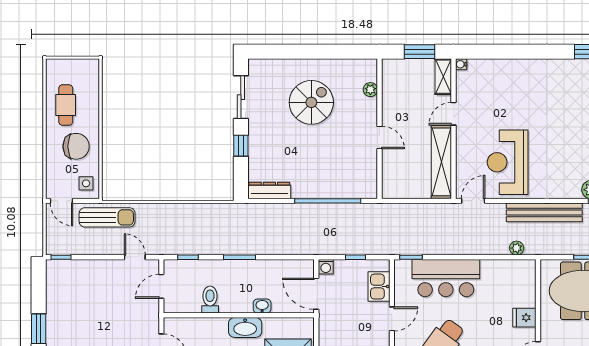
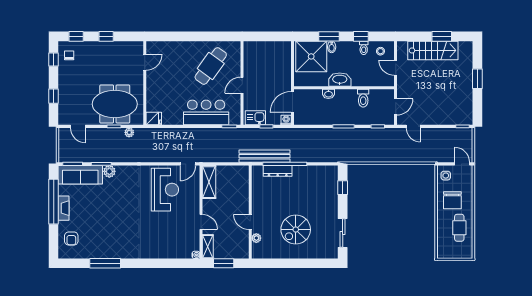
door: (453, 114) -> (201, 222), hinge flipped
door: (380, 137) -> (250, 222), moved
chair: (76, 146) -> (452, 200), turned -90
window: (241, 146) -> (343, 188), moved
shelving: (441, 162) -> (209, 182), width x0.68
dresser: (269, 190) -> (278, 171), moved
bench: (544, 212) -> (265, 156), moved
sun lounger: (107, 217) -> (432, 153), removed
plant: (517, 248) -> (129, 132), moved
kitchen sink: (379, 287) -> (255, 118), moved, turned -90
door: (316, 294) -> (292, 102), swing flipped
fridge: (524, 318) -> (154, 119), moved

